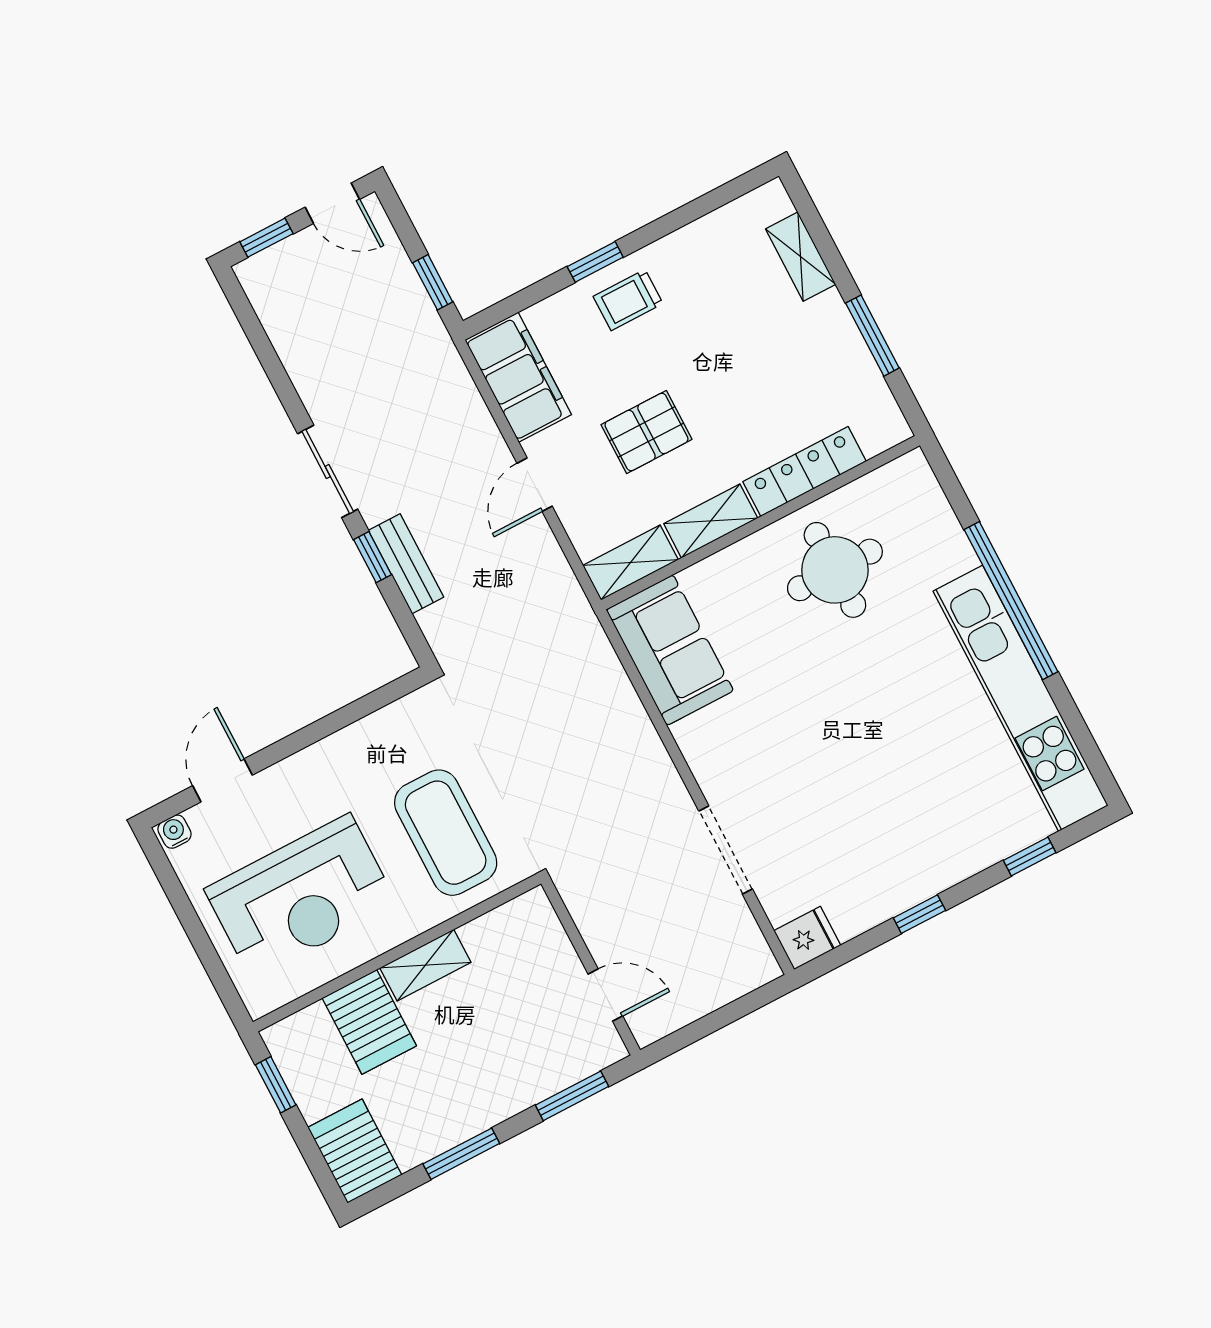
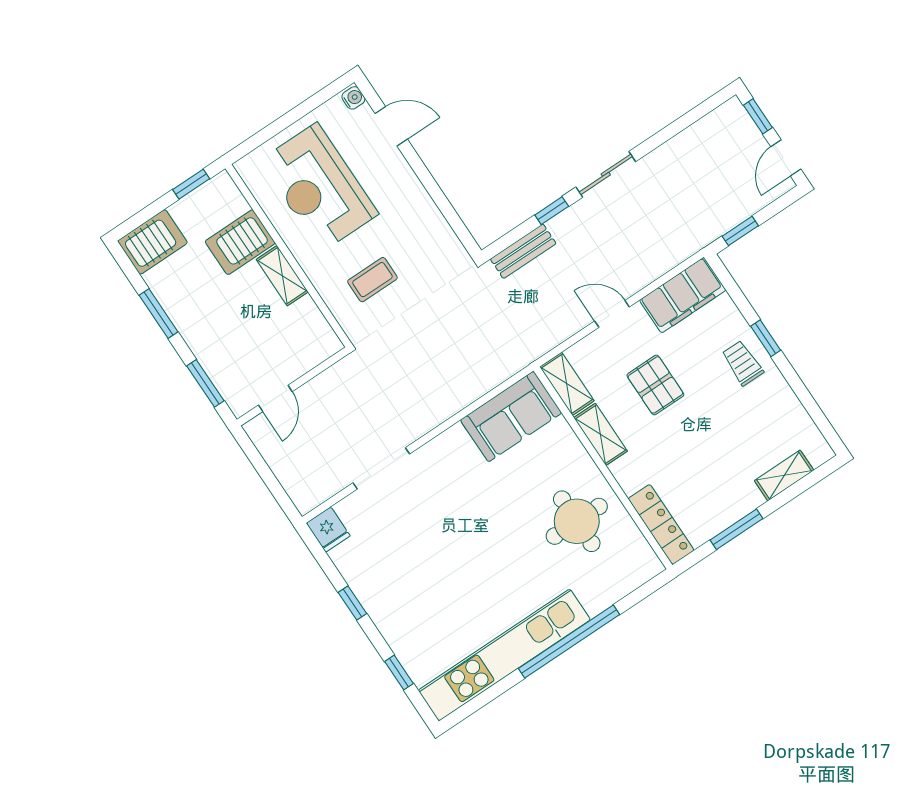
locker: (805, 471) -> (661, 524), moved
bench: (406, 564) -> (523, 251), moved
coffee table: (446, 833) -> (372, 280), width x0.54, depth x0.58

